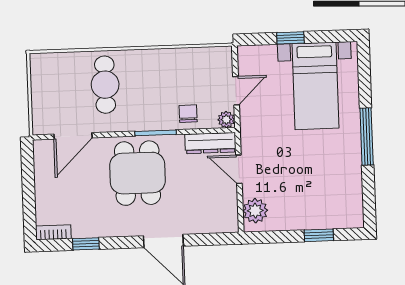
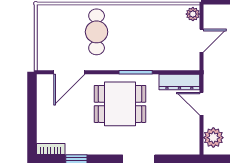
chair: (188, 114) -> (162, 58), removed
plant: (226, 120) -> (193, 14), moved
dining table: (137, 173) -> (120, 104), turned 90

